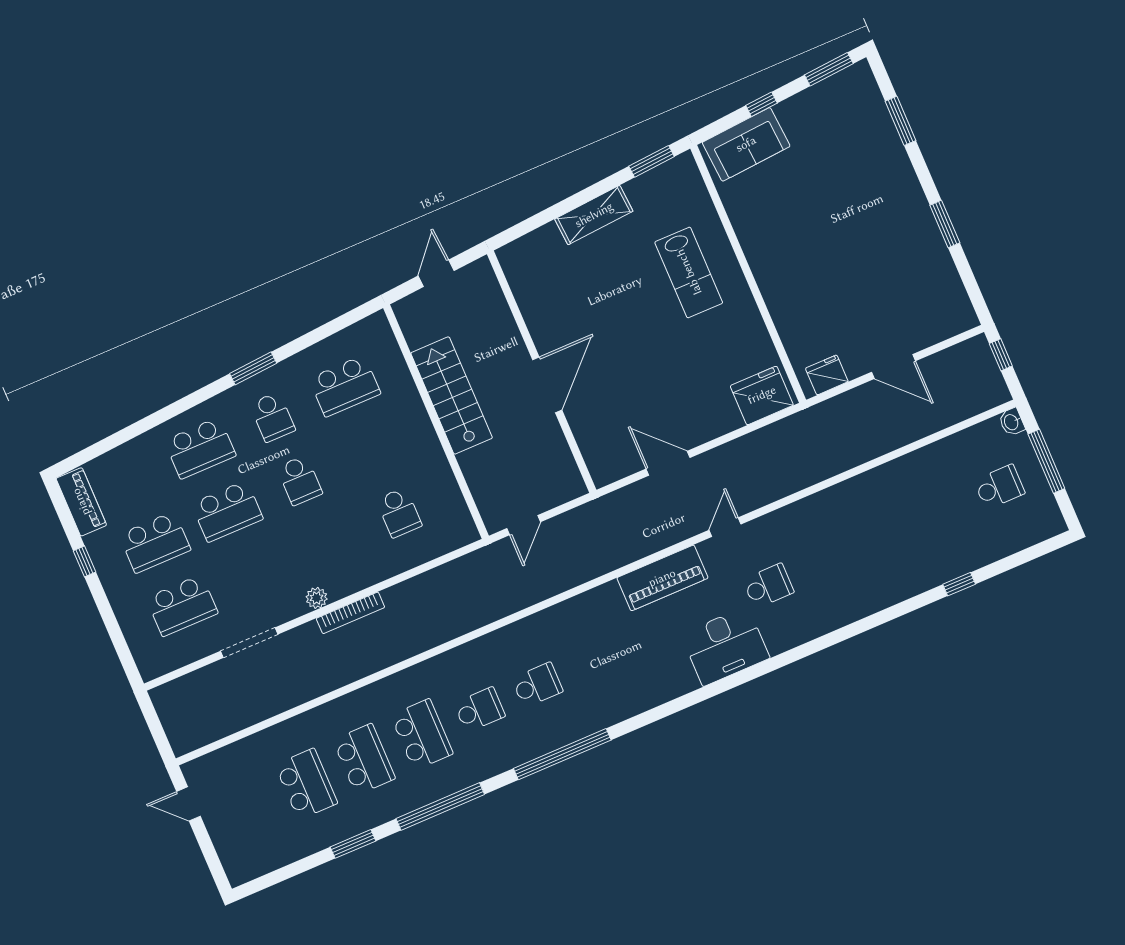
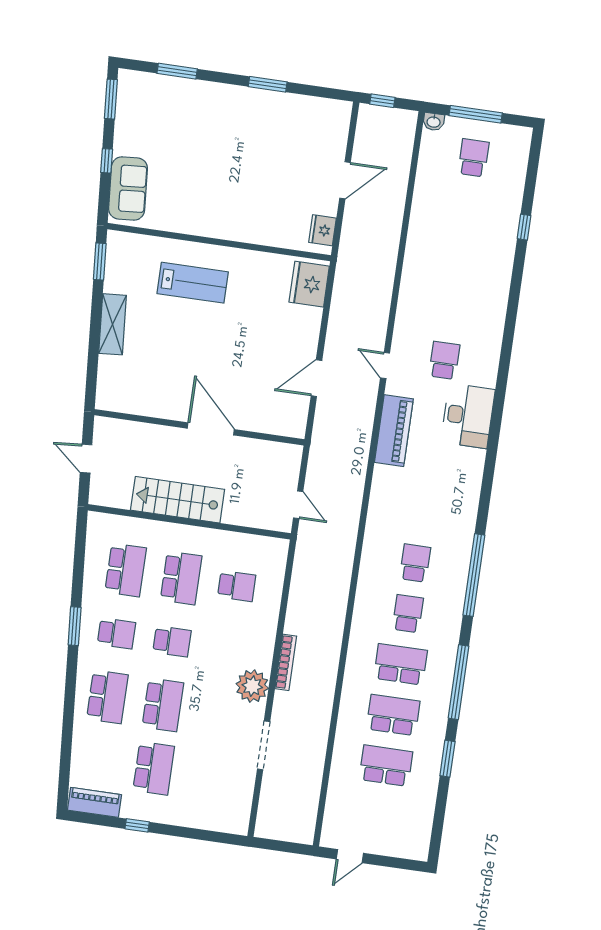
plant: (317, 598) -> (252, 686), width x1.88, depth x1.88
school desk: (182, 606) -> (181, 578), moved

